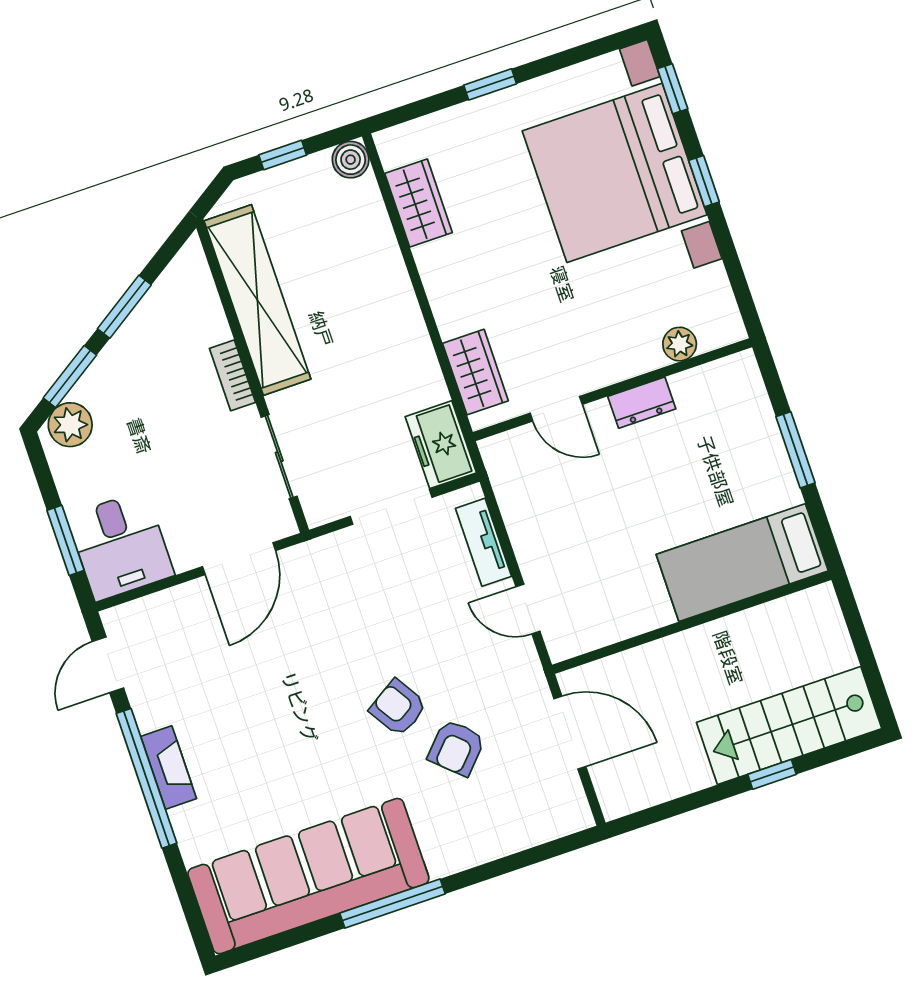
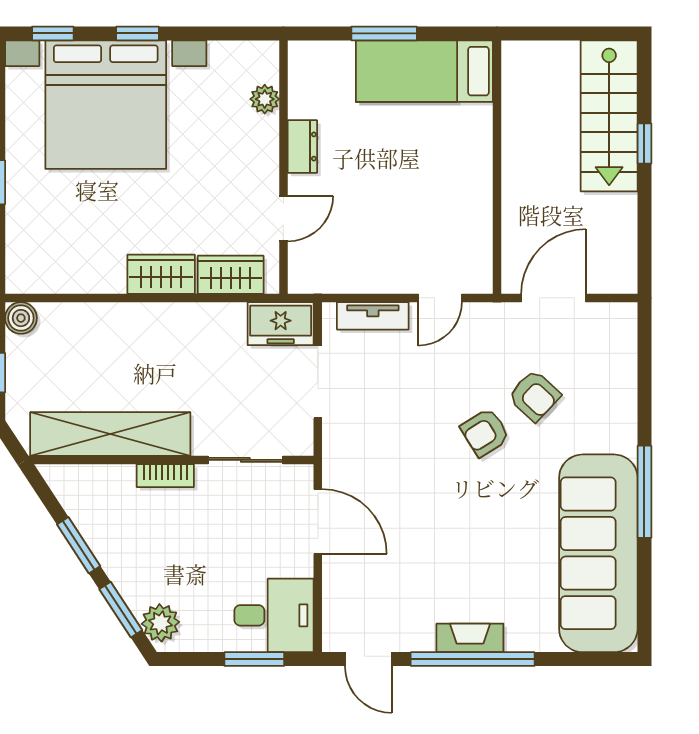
wardrobe: (419, 203) -> (161, 274), moved
bed: (742, 563) -> (424, 71), moved, turned 90

